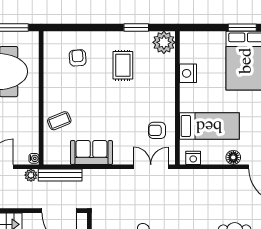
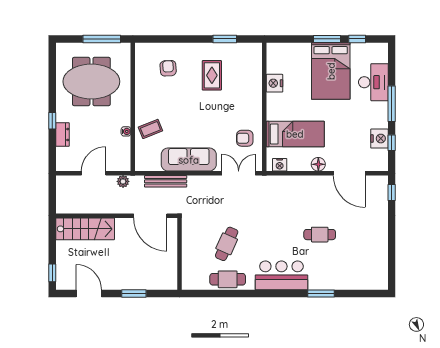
plant: (164, 42) -> (251, 53), removed
sofa: (91, 152) -> (189, 160), width x1.36
water cooler: (34, 158) -> (126, 131), moved
bench: (60, 175) -> (166, 181), moved

